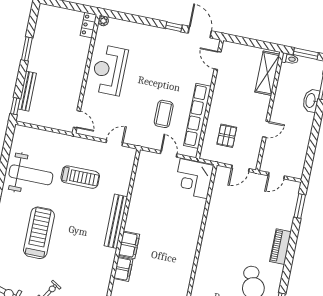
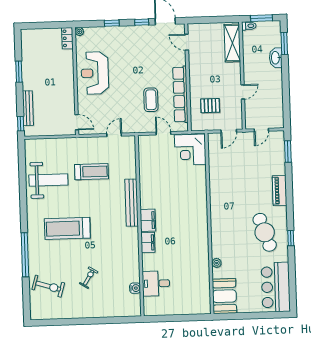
window: (141, 20) -> (112, 23), added
pallet: (227, 136) -> (210, 106), turned 90
treadmill: (39, 233) -> (67, 228), turned -90

